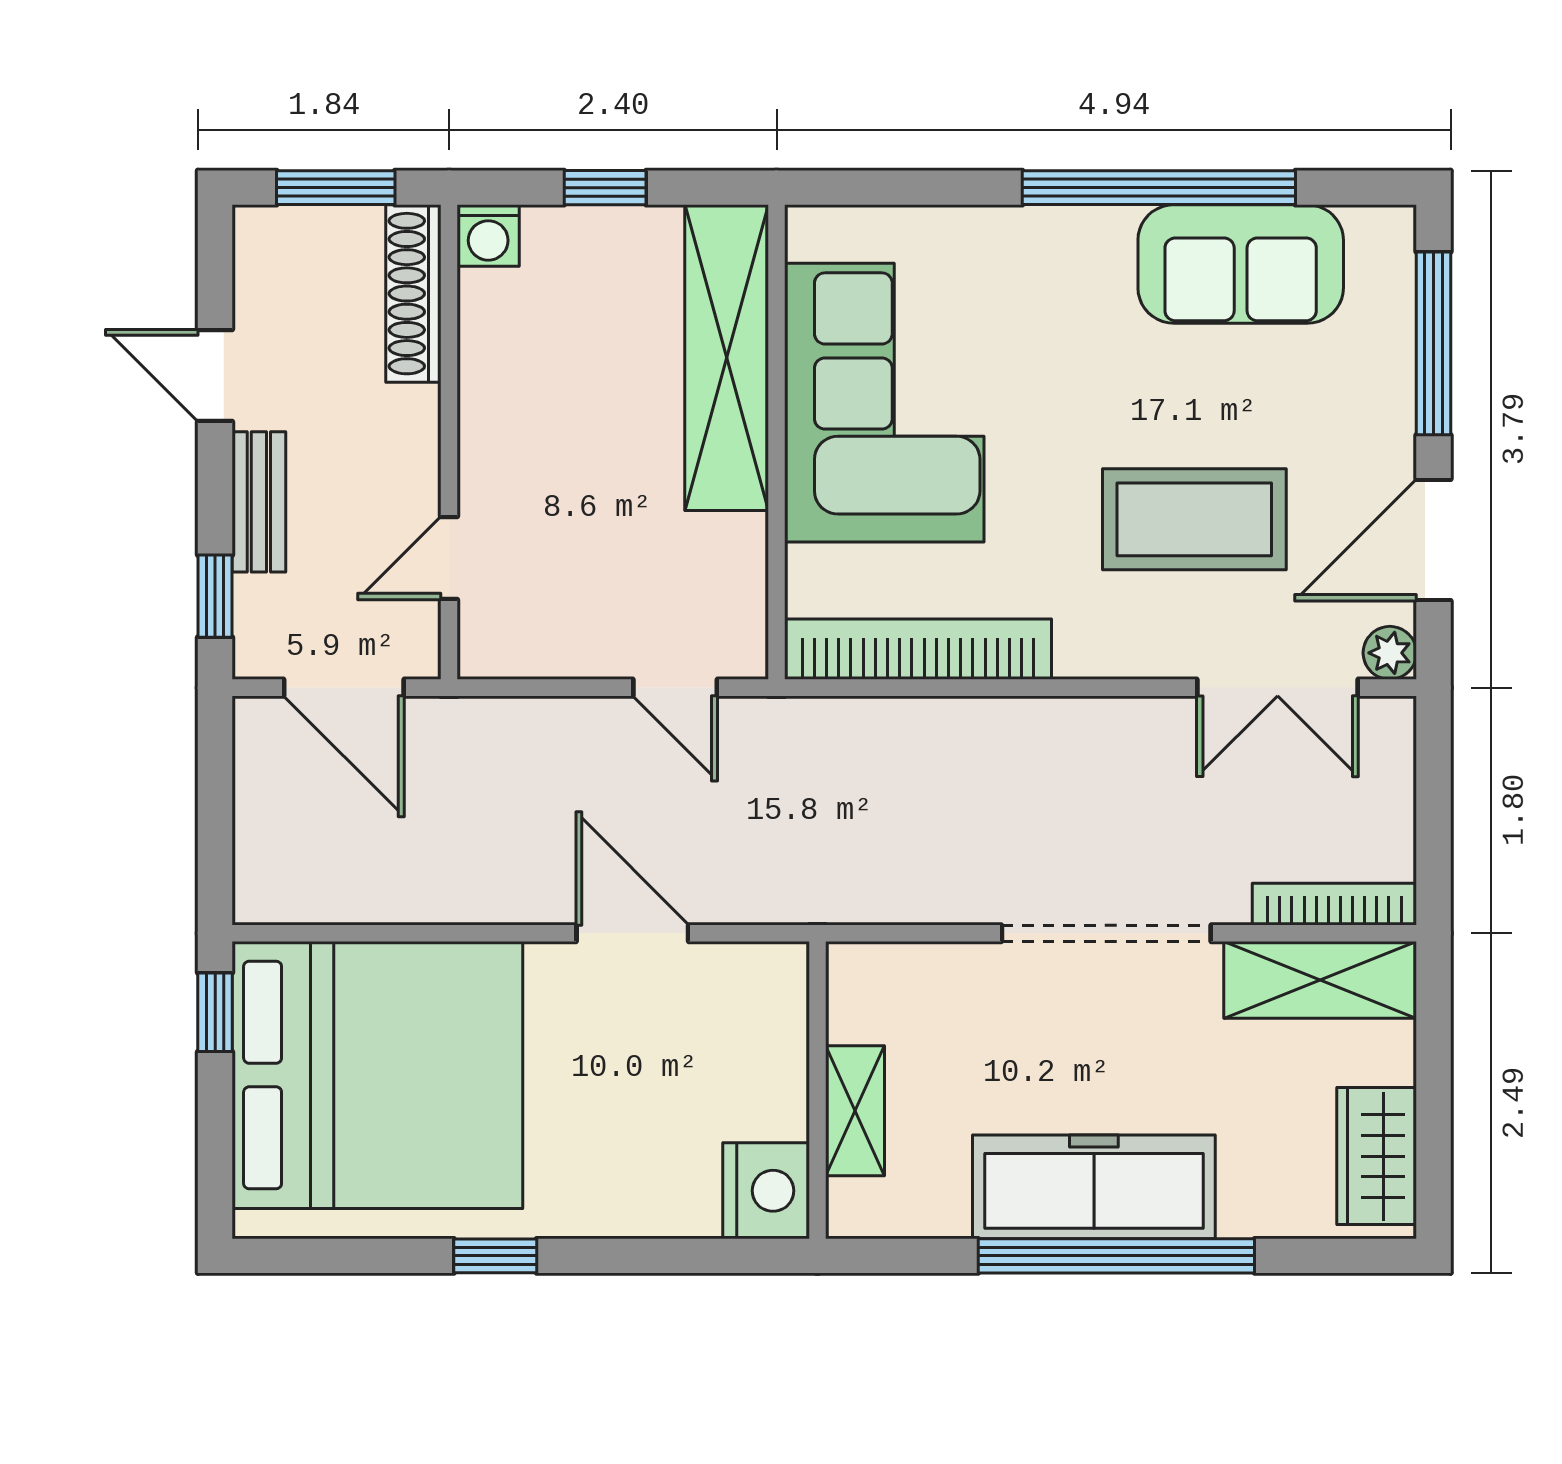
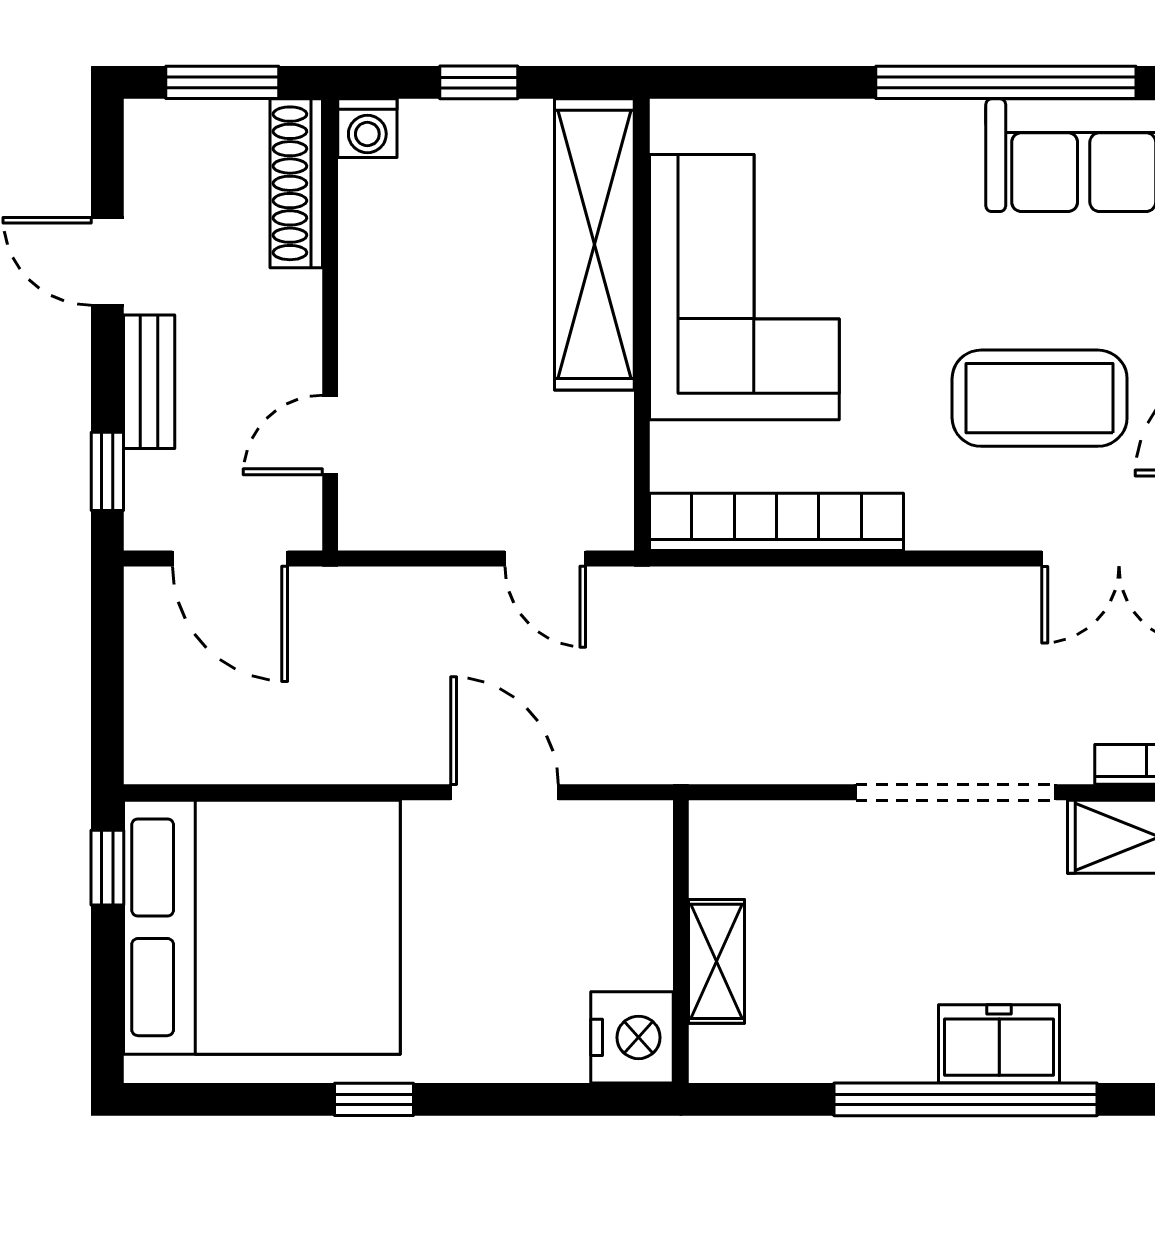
freezer: (1094, 1187) -> (999, 1044), width x0.52, depth x0.79

